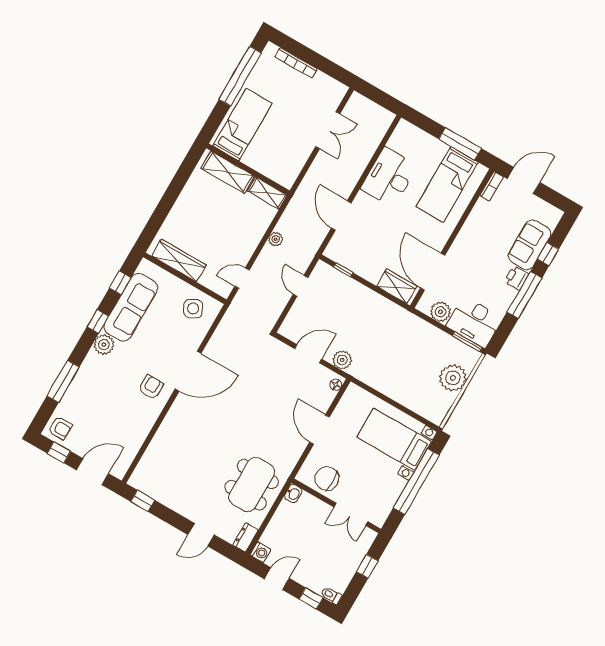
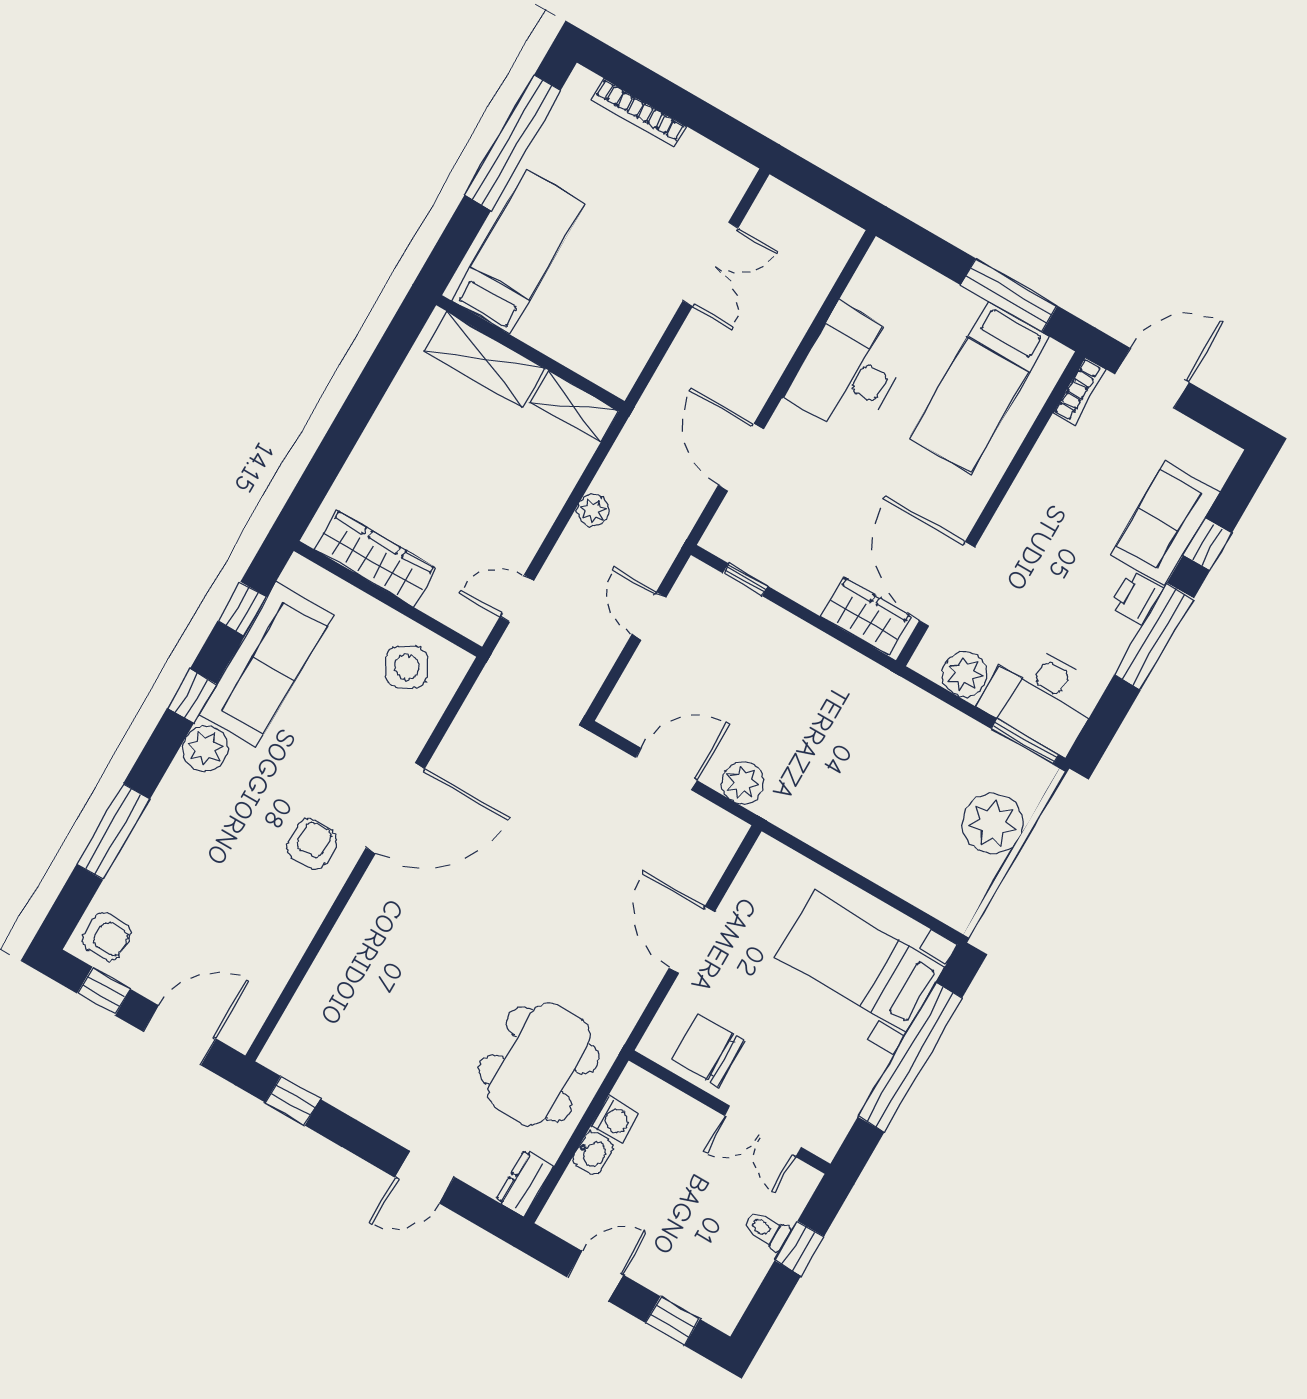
floor lamp: (336, 385) -> (729, 839), removed
washbasin: (293, 494) -> (593, 1153), moved
washing machine: (260, 552) -> (614, 1120), moved
toilet: (331, 595) -> (767, 1230), moved

